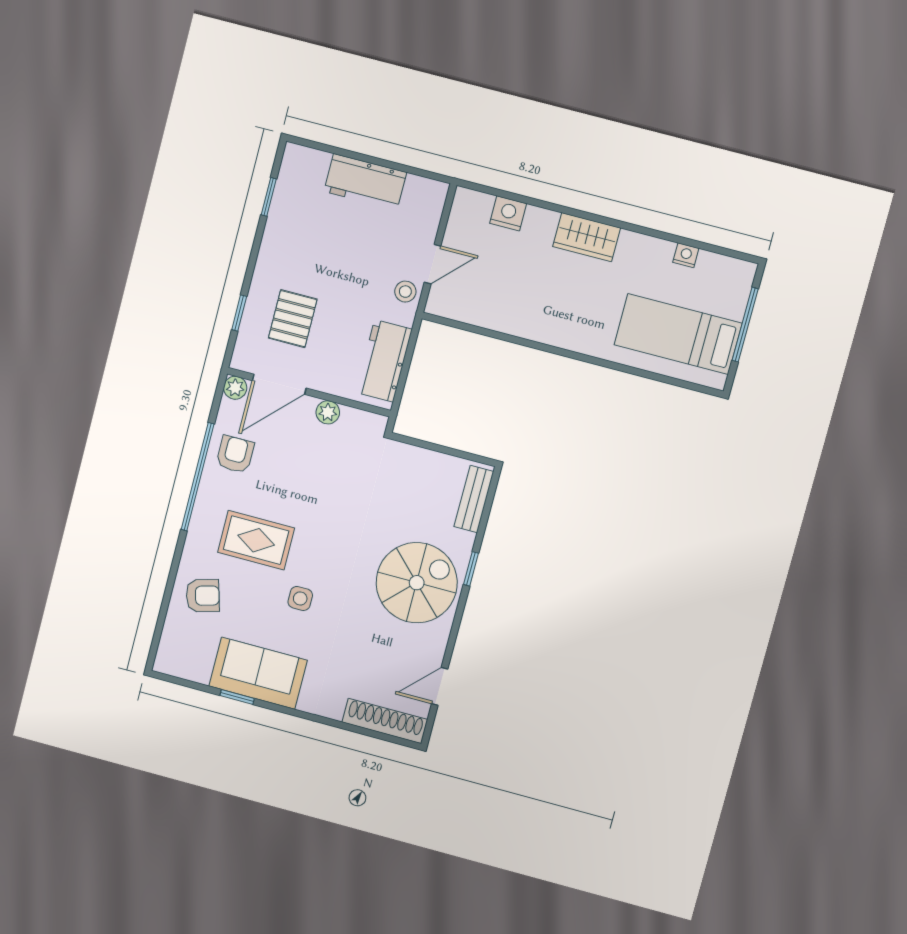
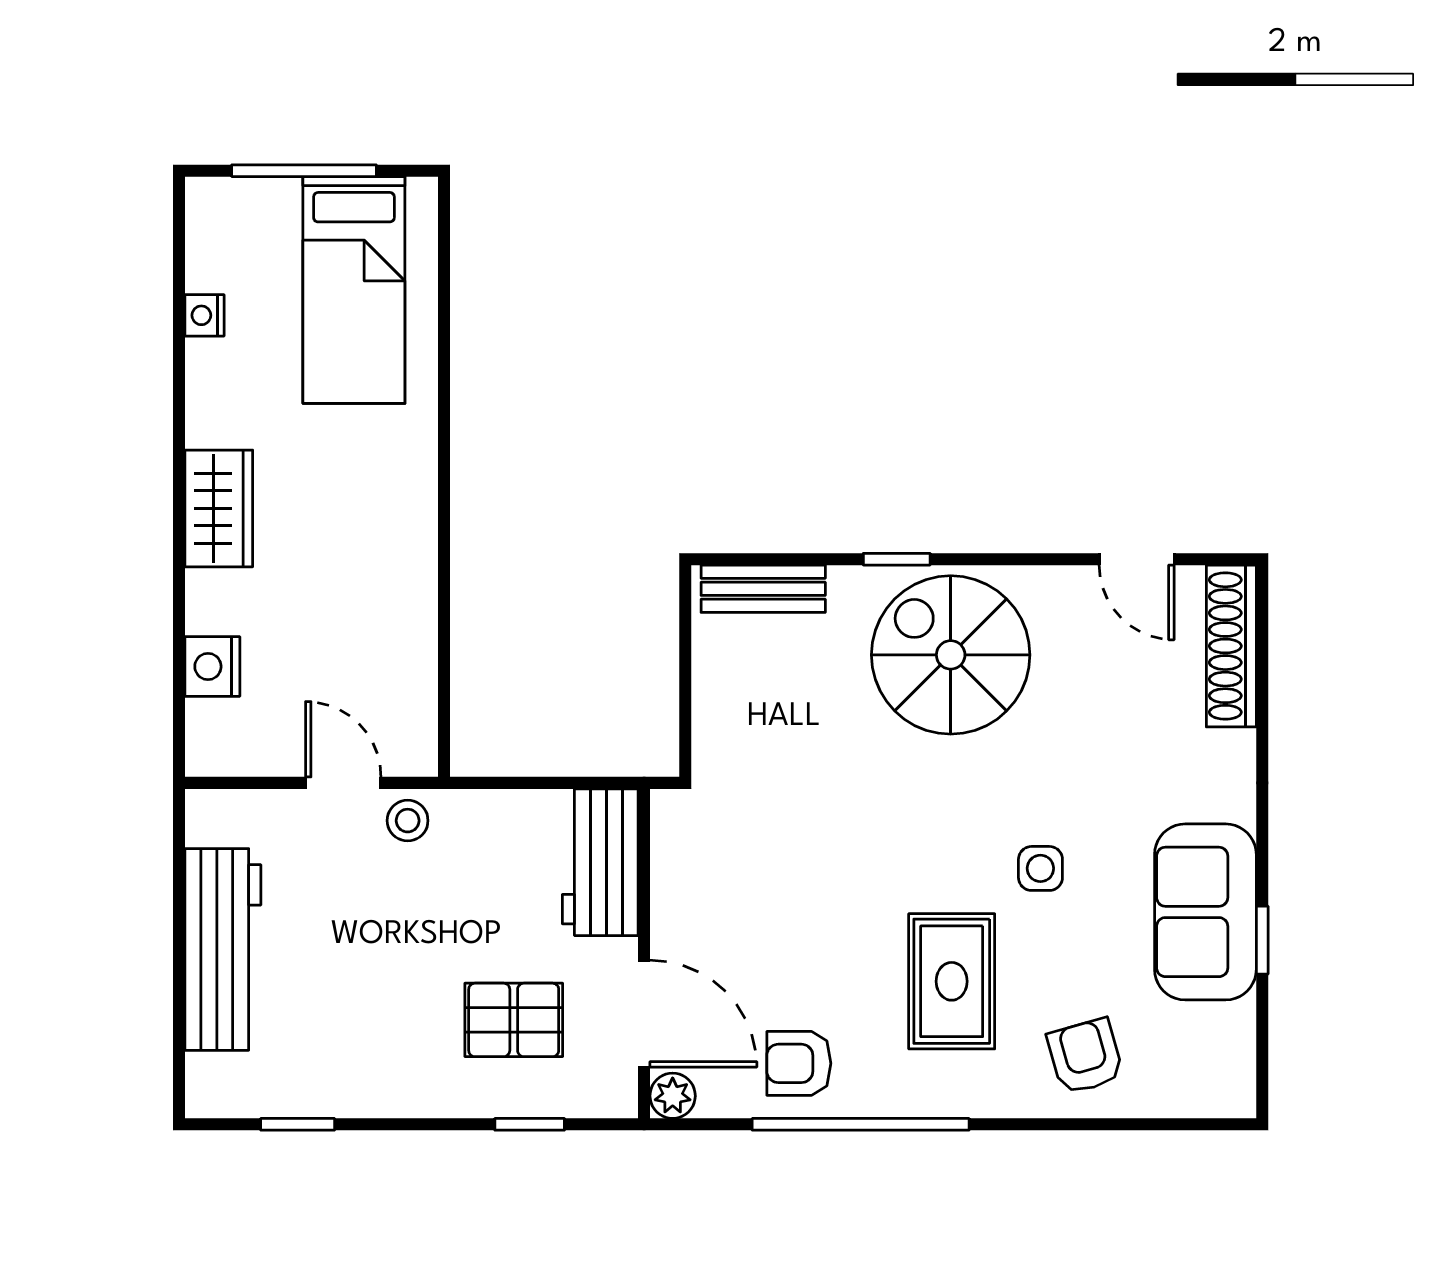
workbench: (365, 182) -> (223, 949), width x1.38
workbench: (384, 361) -> (600, 862), moved, turned 90
plant: (328, 412) -> (673, 908), removed

